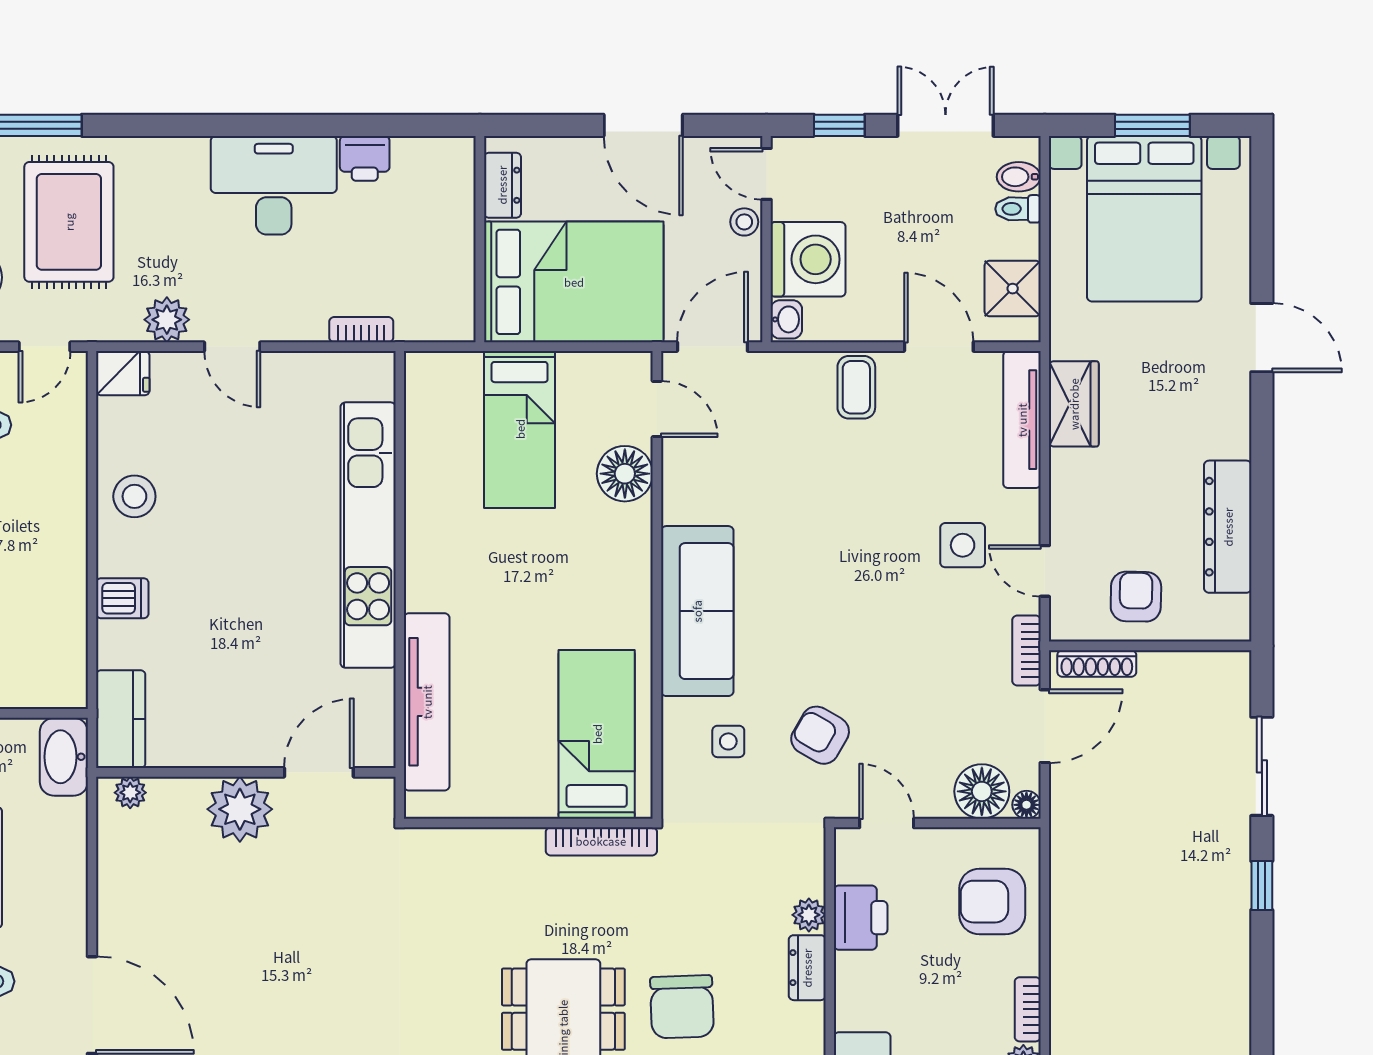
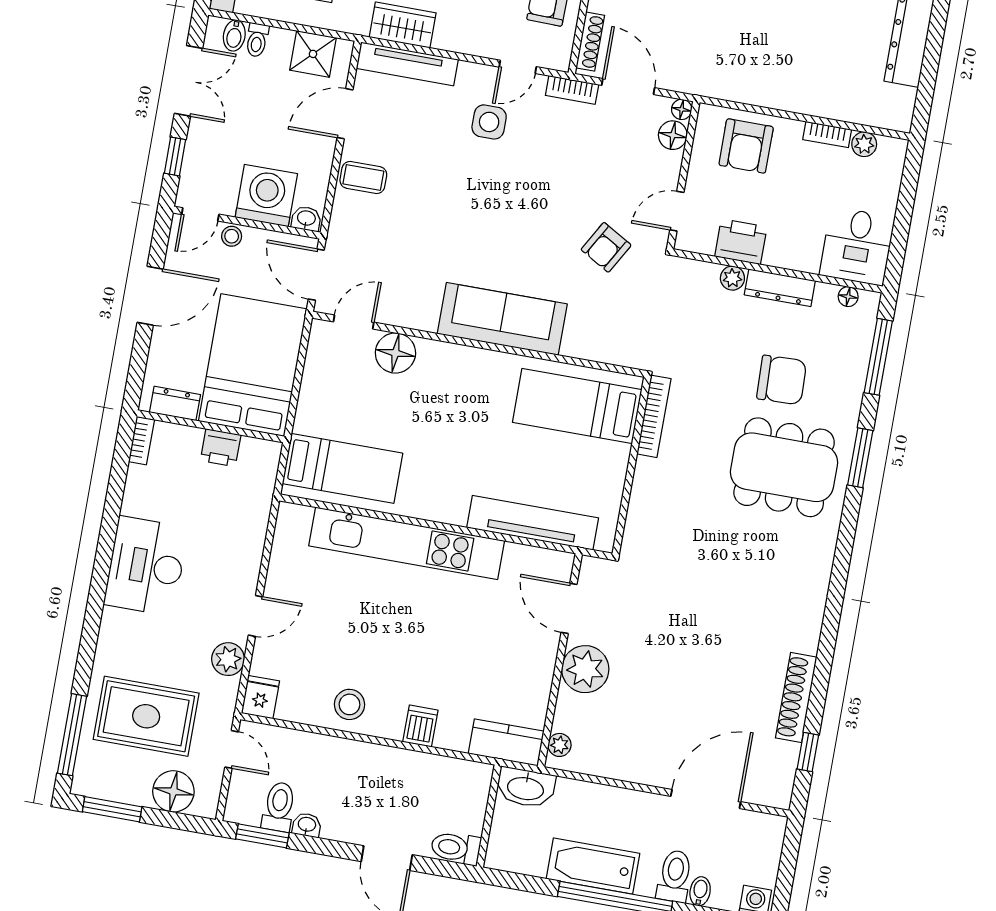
double door: (946, 125) -> (188, 81), swing flipped
printer: (365, 158) -> (221, 448), moved, turned 90
bookcase: (361, 330) -> (141, 441), moved, turned 180
bed: (520, 429) -> (342, 468), moved
side table: (728, 741) -> (599, 313), removed
floor lamp: (982, 791) -> (673, 135), width x0.73, depth x0.73
dresser: (807, 968) -> (780, 288), width x1.44

